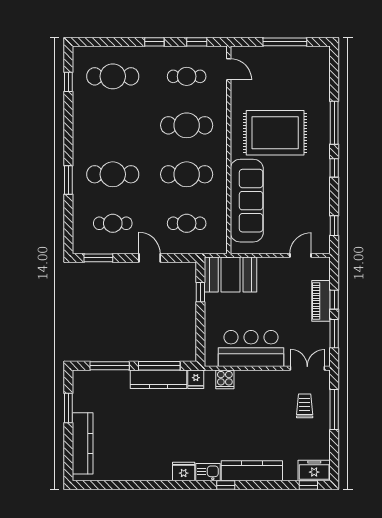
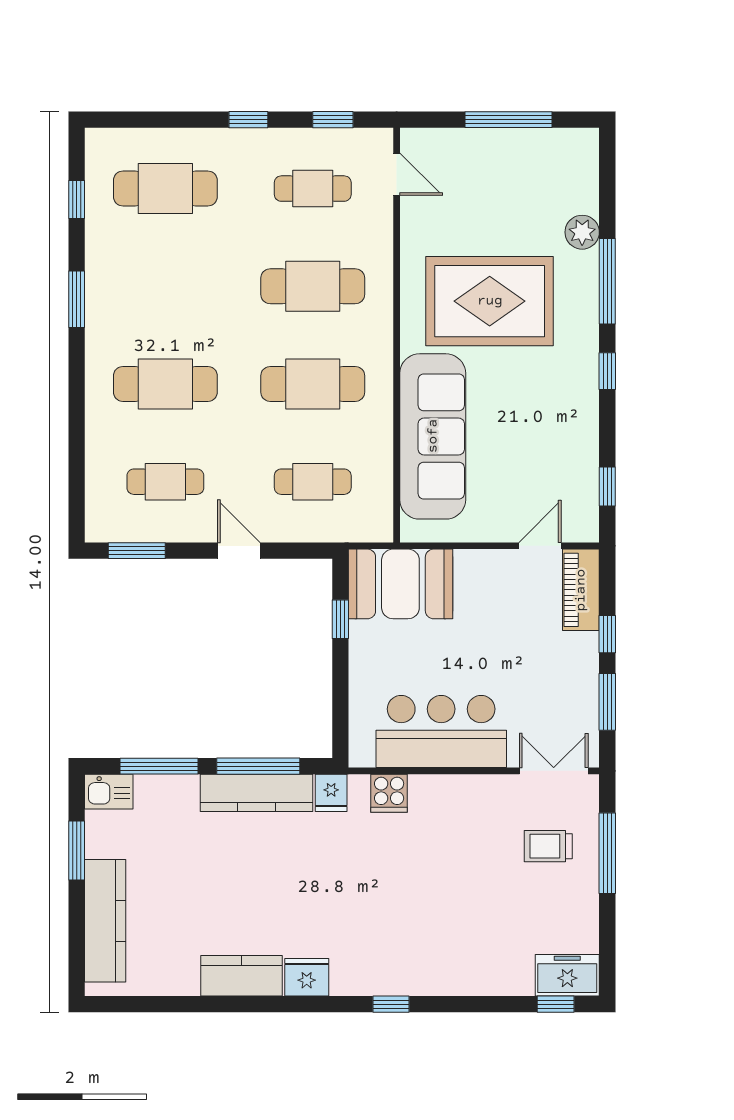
plant: (322, 98) -> (582, 232), added
window: (68, 180) -> (77, 299), moved
piano: (321, 301) -> (581, 590), moved
trolley: (305, 406) -> (548, 846), turned -90
kitchen counter: (252, 471) -> (242, 976), moved, width x0.67
kitchen sink: (208, 472) -> (109, 792), moved, turned 180

